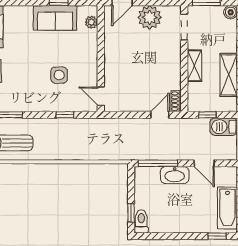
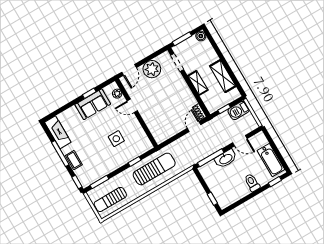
door: (101, 96) -> (132, 106), moved
sun lounger: (83, 137) -> (154, 169), added
toilet: (141, 221) -> (252, 183), moved

